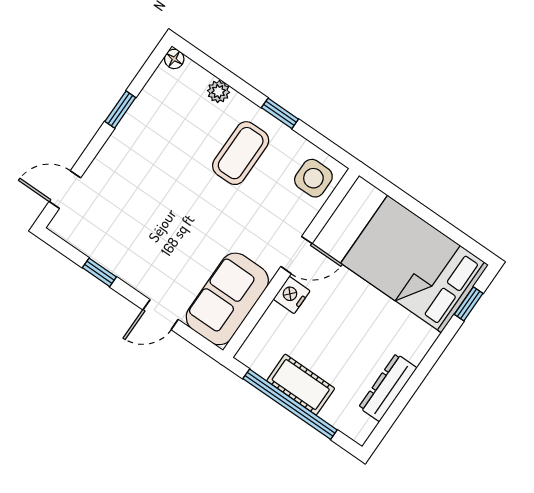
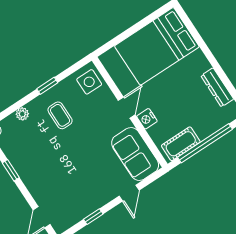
coffee table: (241, 153) -> (60, 115), width x0.73, depth x0.77
window: (469, 304) -> (190, 26), removed
cot: (301, 384) -> (181, 144), moved

